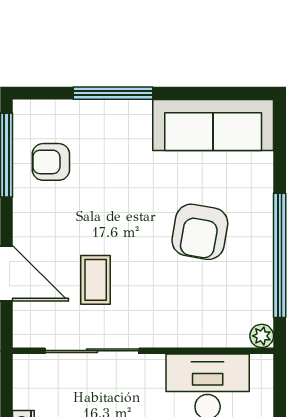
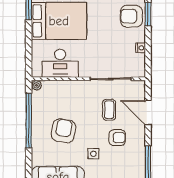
armchair: (51, 162) -> (117, 138), moved
side table: (132, 179) -> (93, 154), added

